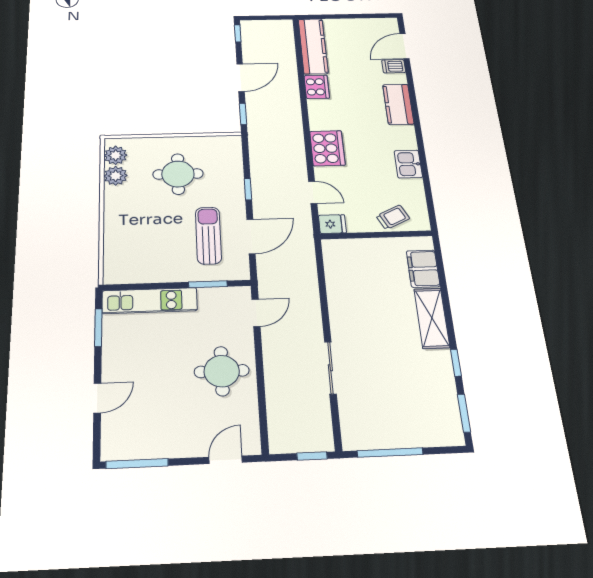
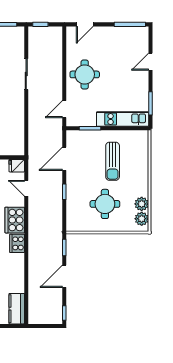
kitchen counter: (313, 46) -> (17, 309), width x0.67
cooker: (317, 87) -> (17, 243), moved
sun lounger: (208, 235) -> (113, 161), moved

